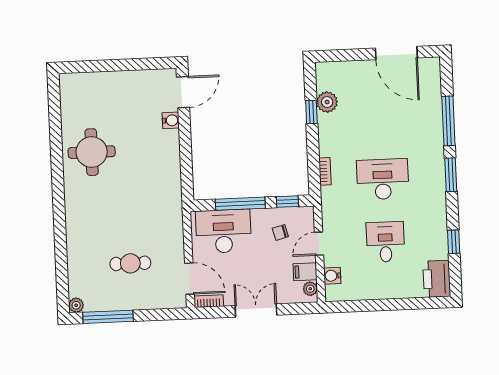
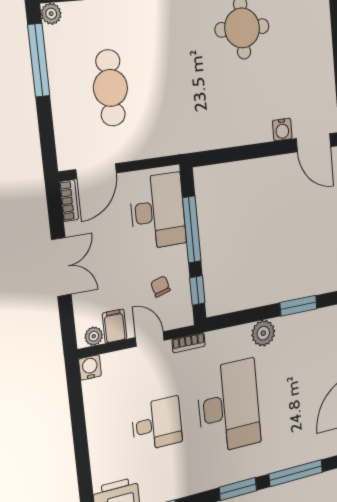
plant: (327, 102) -> (263, 333), moved
window: (311, 112) -> (298, 306), width x1.50
bookcase: (325, 171) -> (189, 343), moved
desk: (383, 179) -> (229, 407), width x1.36, depth x1.30
cafe table: (130, 263) -> (111, 88), width x1.37, depth x1.35
water cooler: (332, 276) -> (90, 367), moved

